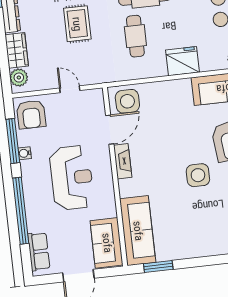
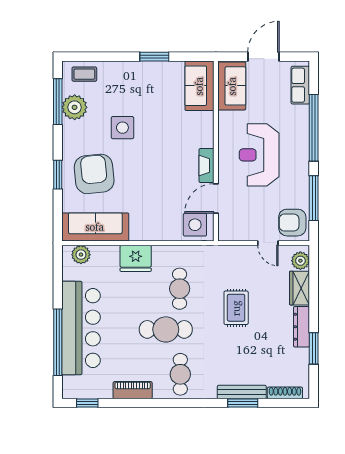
door: (70, 89) -> (268, 243), moved
armchair: (31, 114) -> (292, 223), turned -90
water cooler: (25, 153) -> (303, 185), removed
side table: (198, 175) -> (122, 128), moved
sofa: (138, 231) -> (199, 86), width x0.73
window: (158, 267) -> (154, 57), moved

